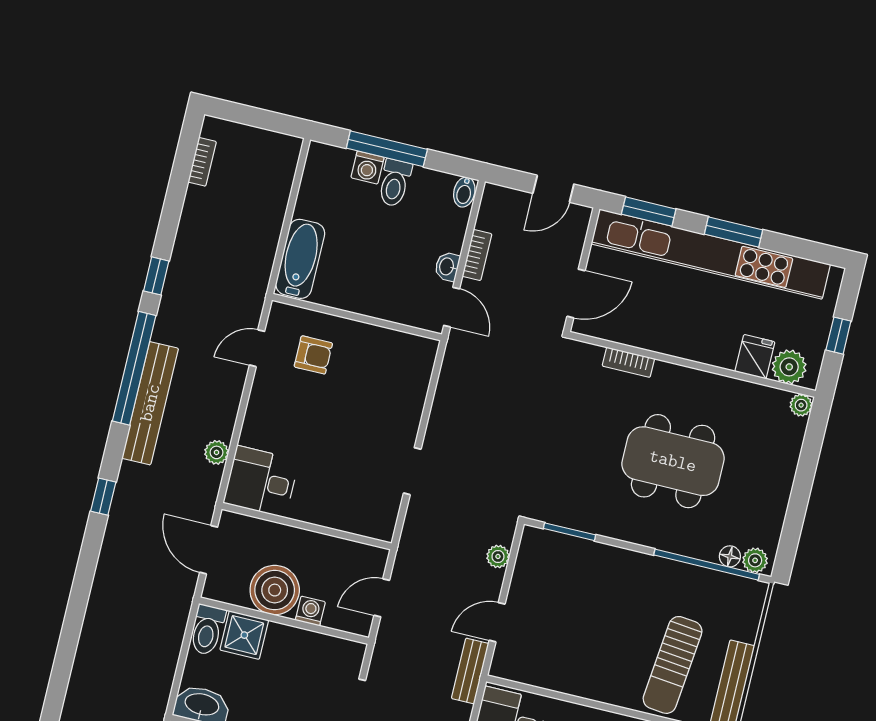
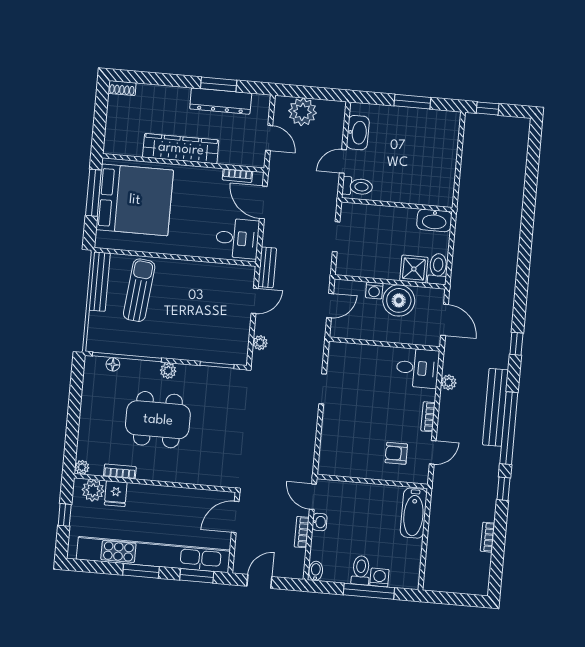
bookcase: (202, 162) -> (487, 537), moved
bookcase: (628, 362) -> (120, 471), moved
bookcase: (256, 404) -> (428, 417), added
plant: (755, 560) -> (168, 371), moved

